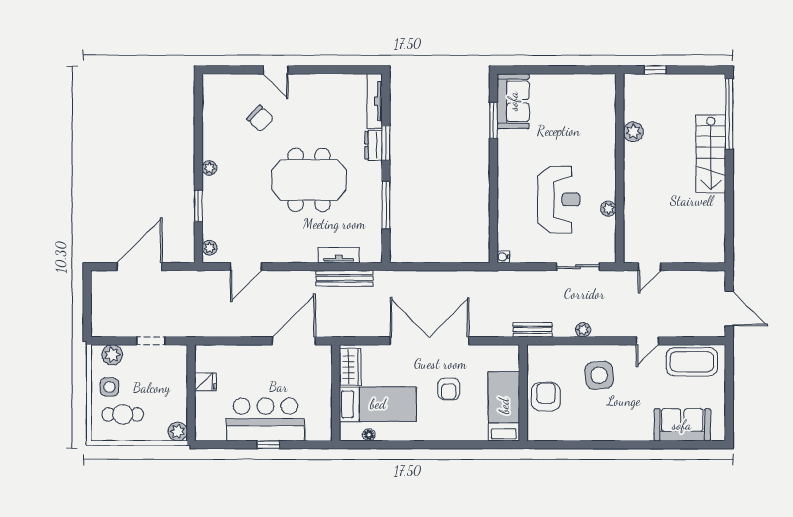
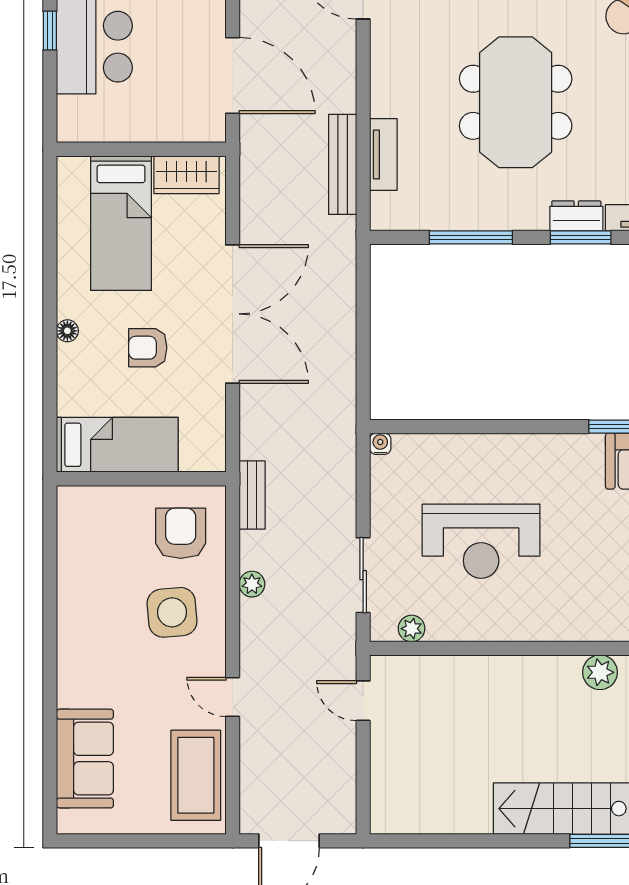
plant: (608, 209) -> (412, 629), moved
armchair: (546, 397) -> (181, 533), moved, turned -90
floor lamp: (369, 435) -> (67, 331), moved

